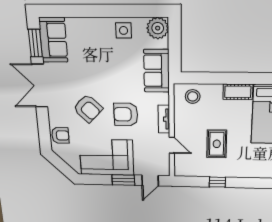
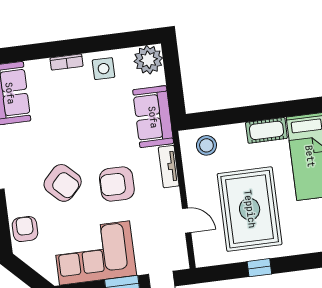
bookcase: (96, 22) -> (67, 62), added
tv unit: (164, 119) -> (169, 167), moved
armchair: (60, 135) -> (25, 229), turned -90
rug: (217, 144) -> (250, 209), width x1.86, depth x2.06

